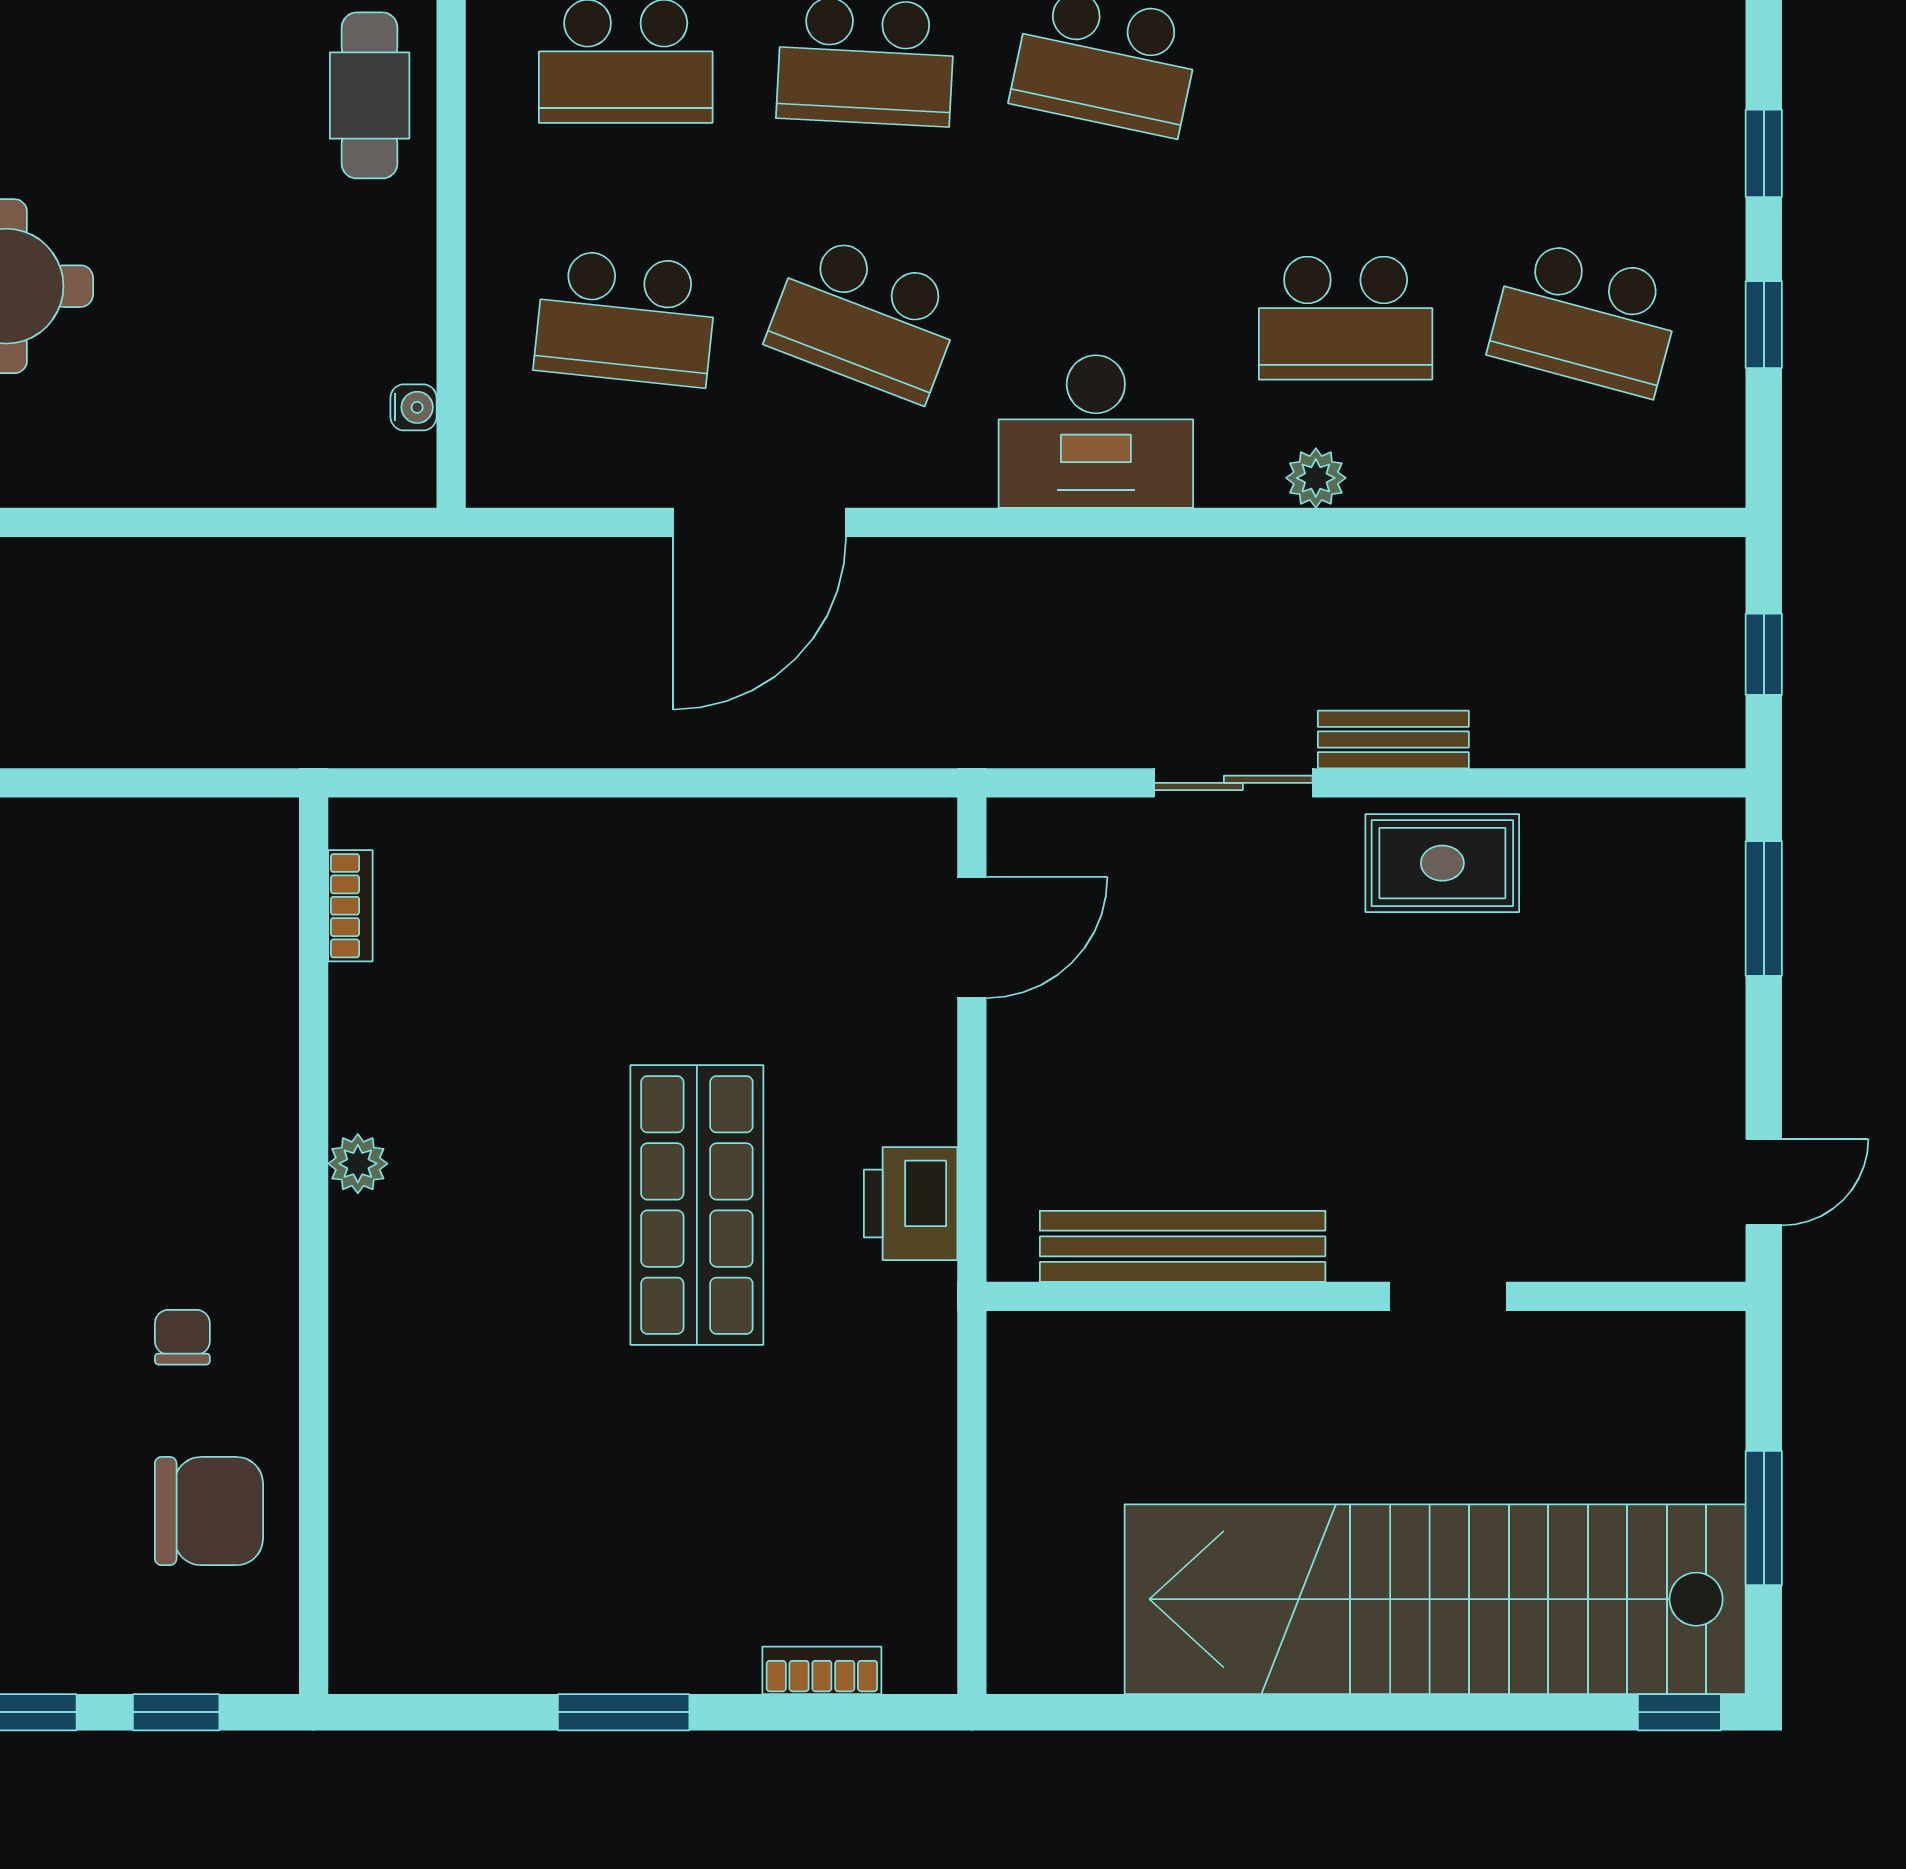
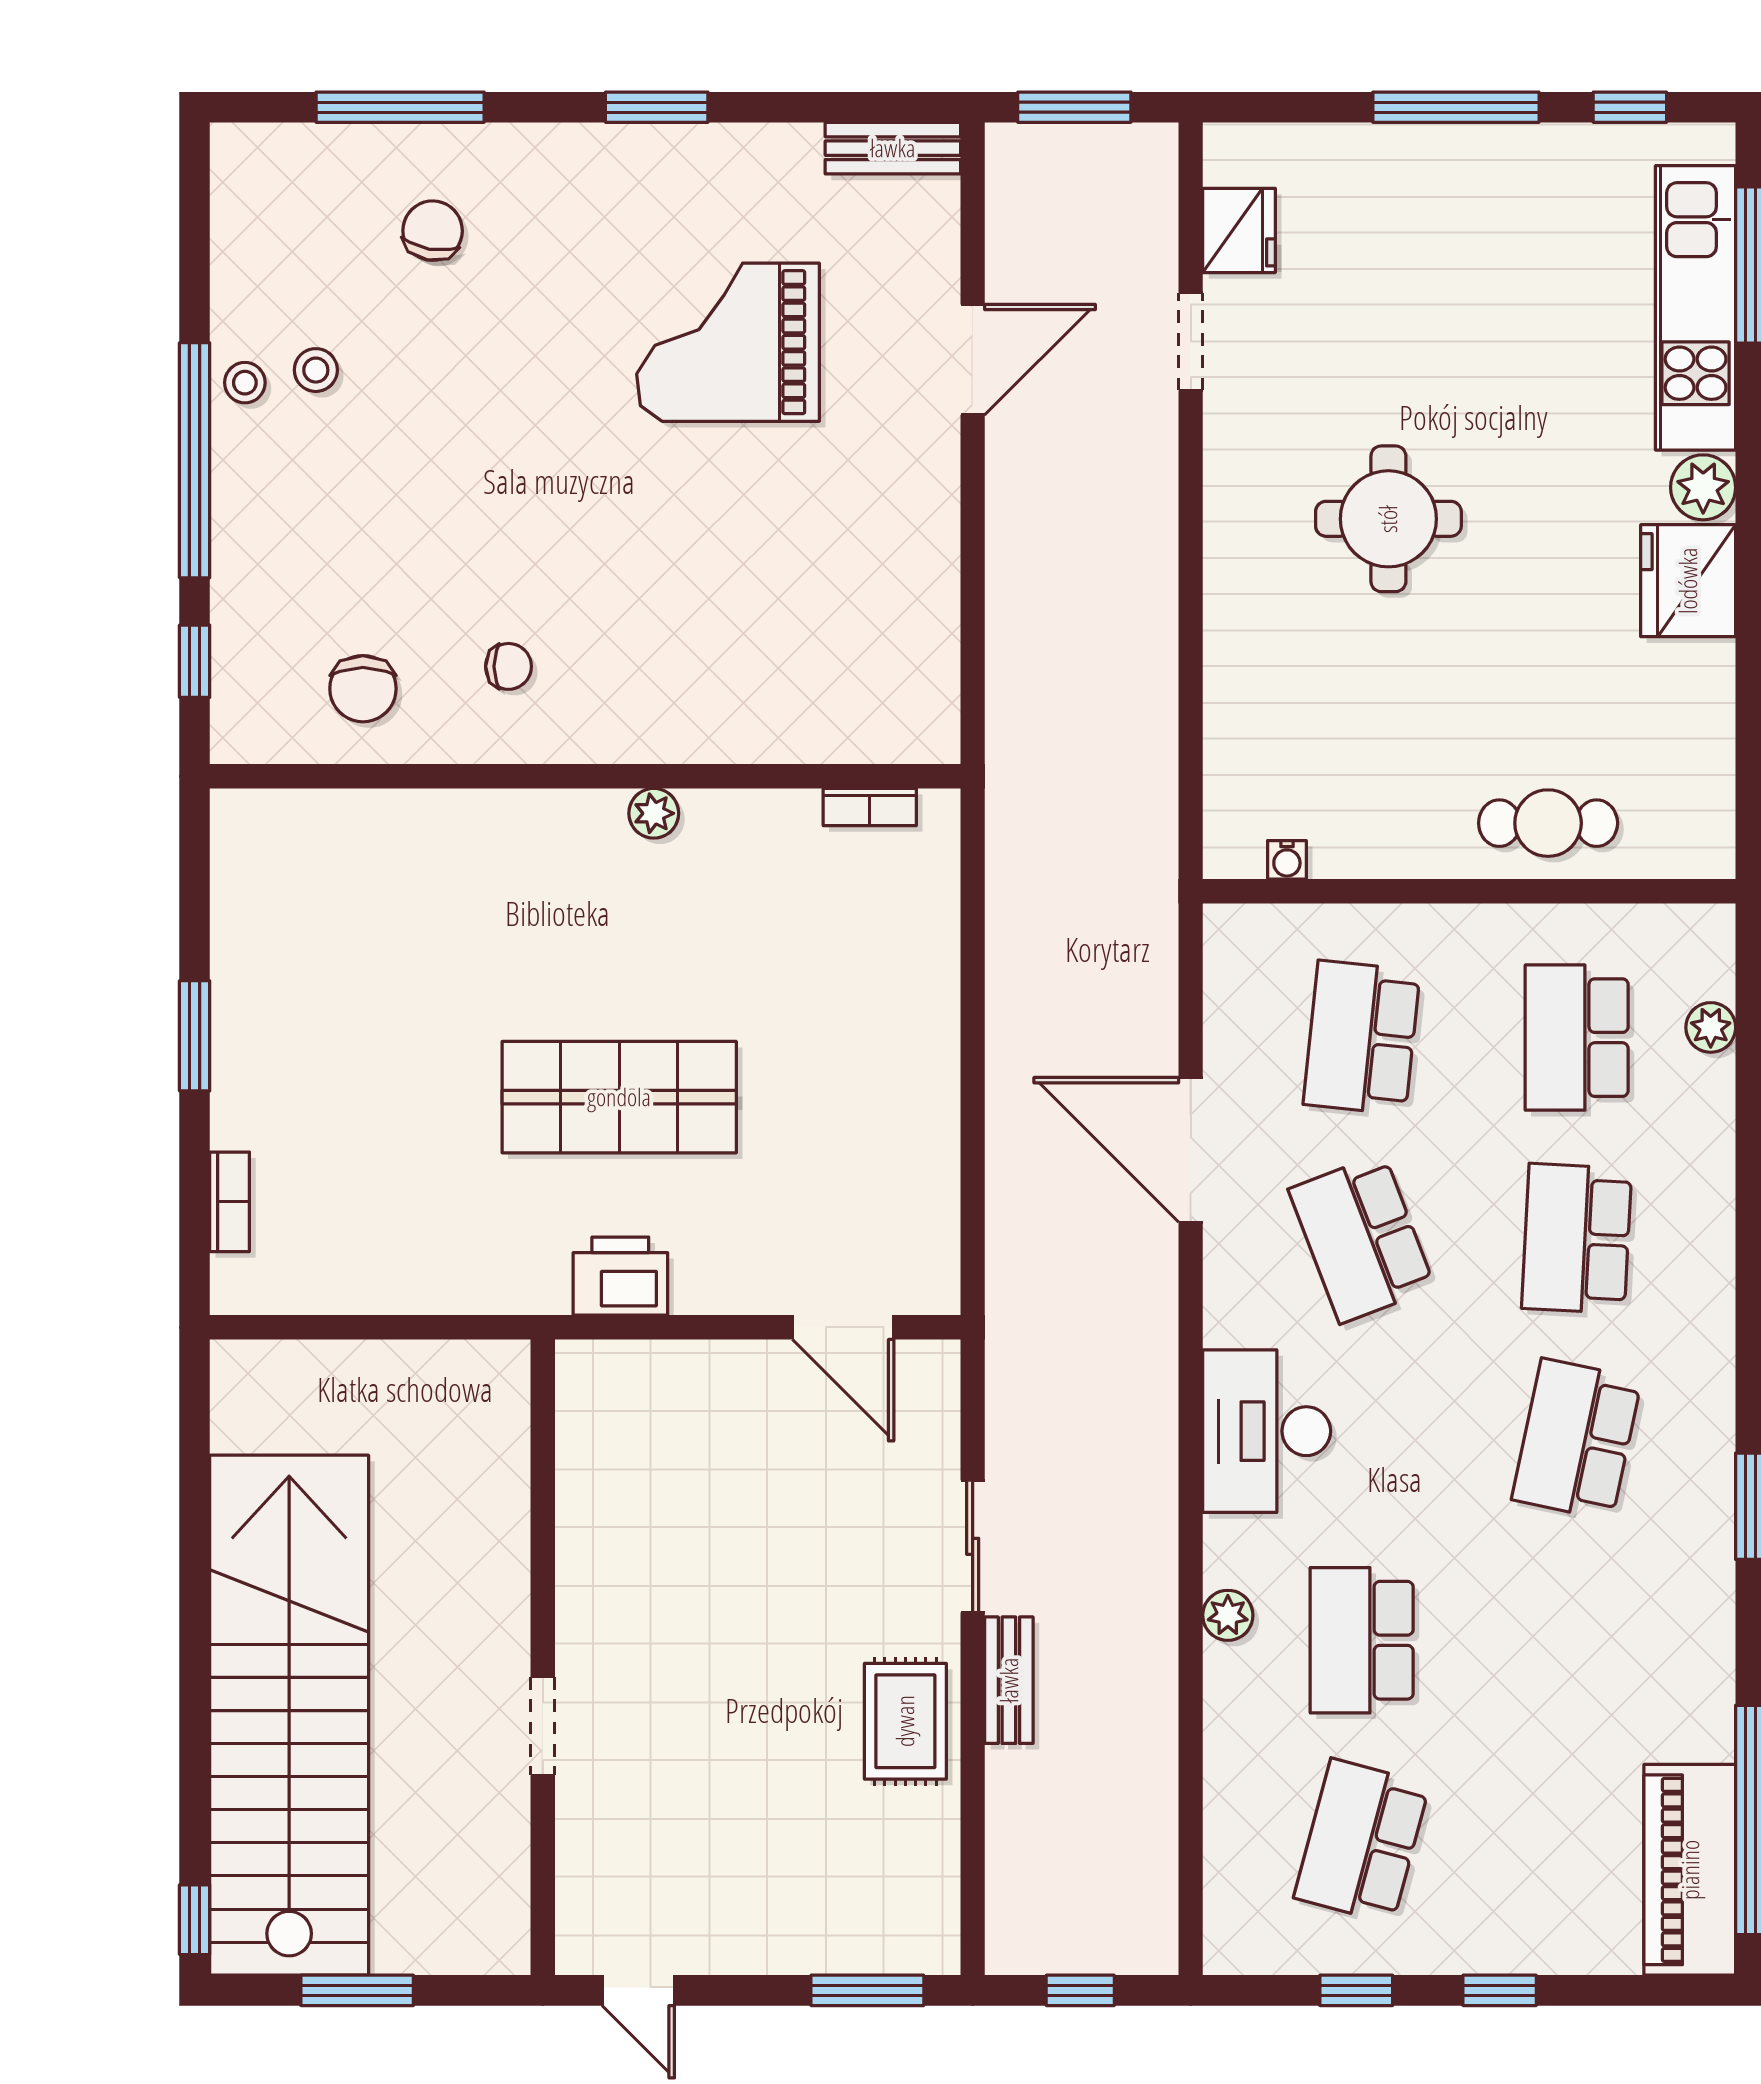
school desk: (866, 318) -> (1362, 1238), turned -42
bench: (1183, 1246) -> (585, 1504), removed
chair: (209, 1511) -> (363, 689), width x0.73, depth x0.73

